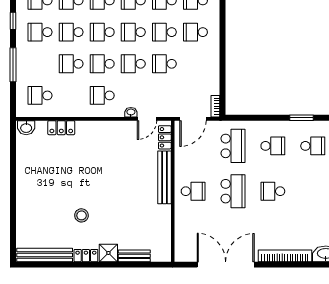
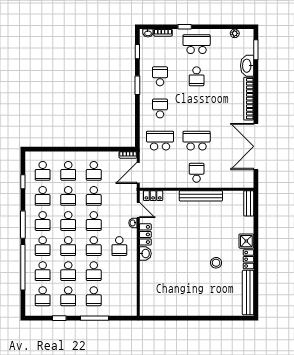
school desk: (195, 64) -> (94, 171), added
school desk: (40, 95) -> (94, 296), moved
door: (193, 119) -> (138, 173), swing flipped
washbasin: (26, 128) -> (145, 253), moved
locker: (61, 128) -> (145, 234), moved
bench: (164, 177) -> (201, 196), moved
school desk: (273, 191) -> (197, 76), moved
bench: (134, 256) -> (249, 203), moved

